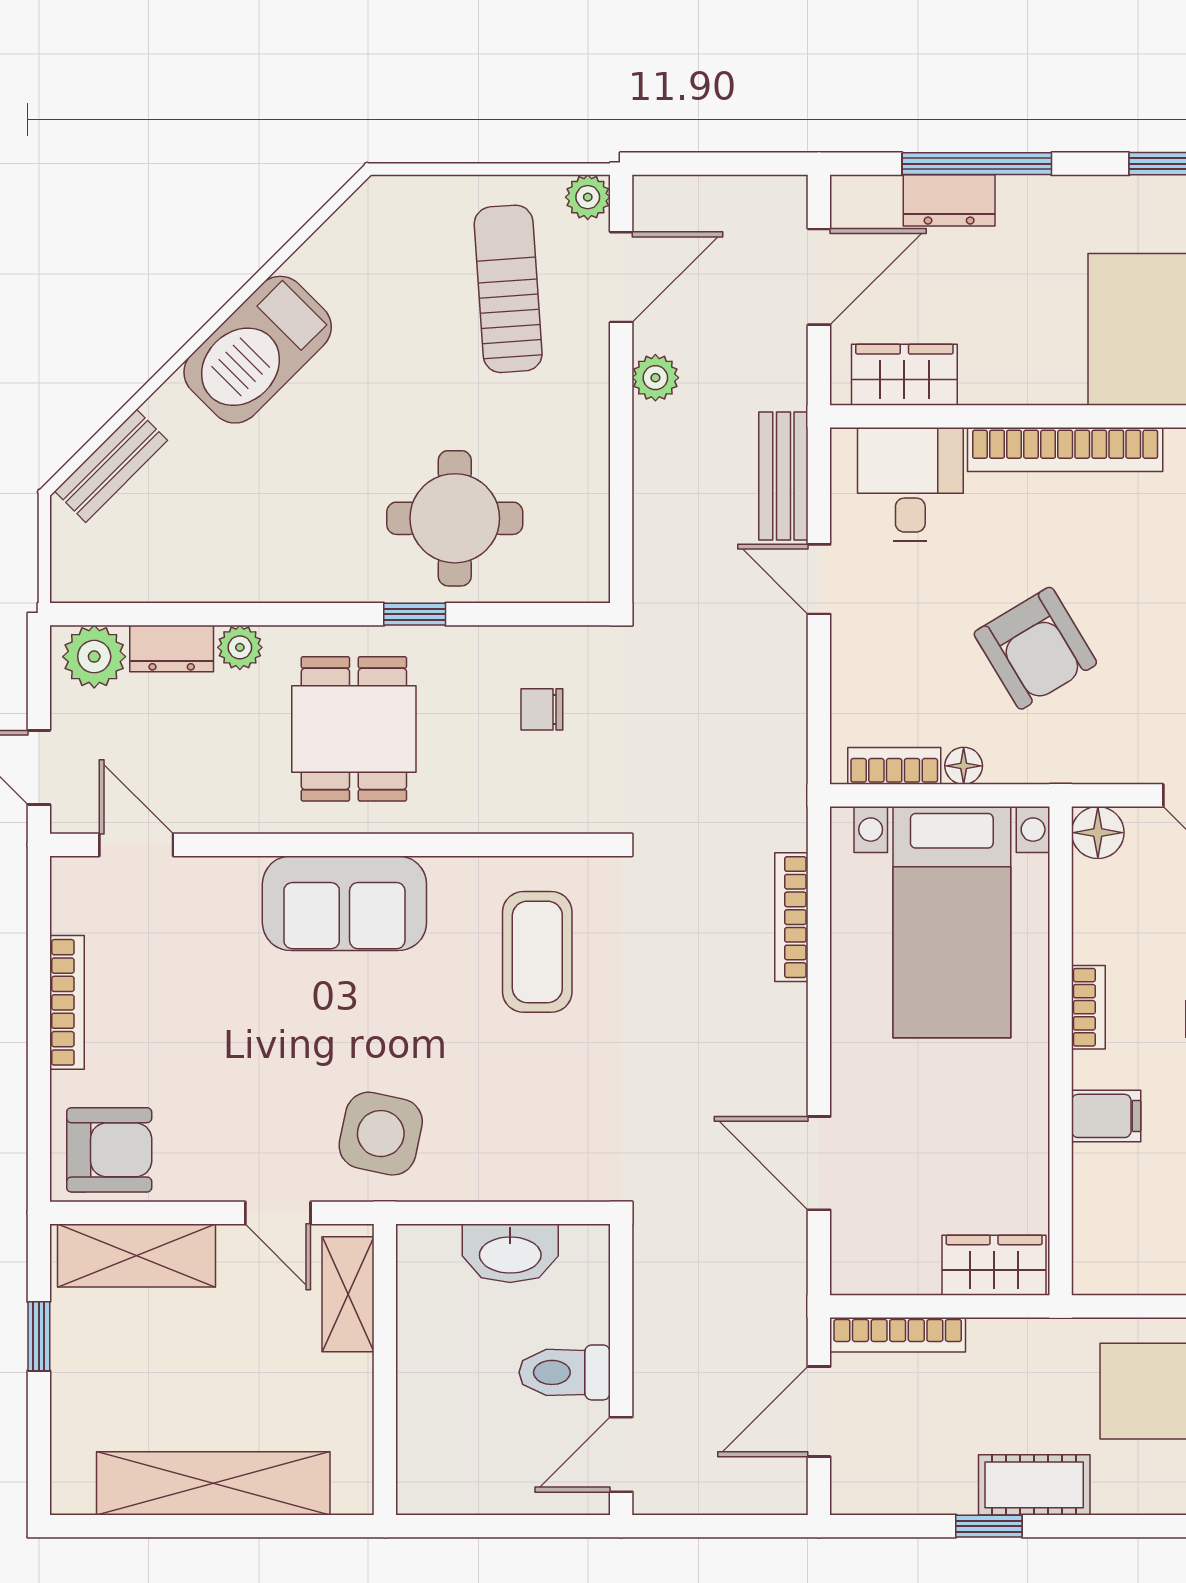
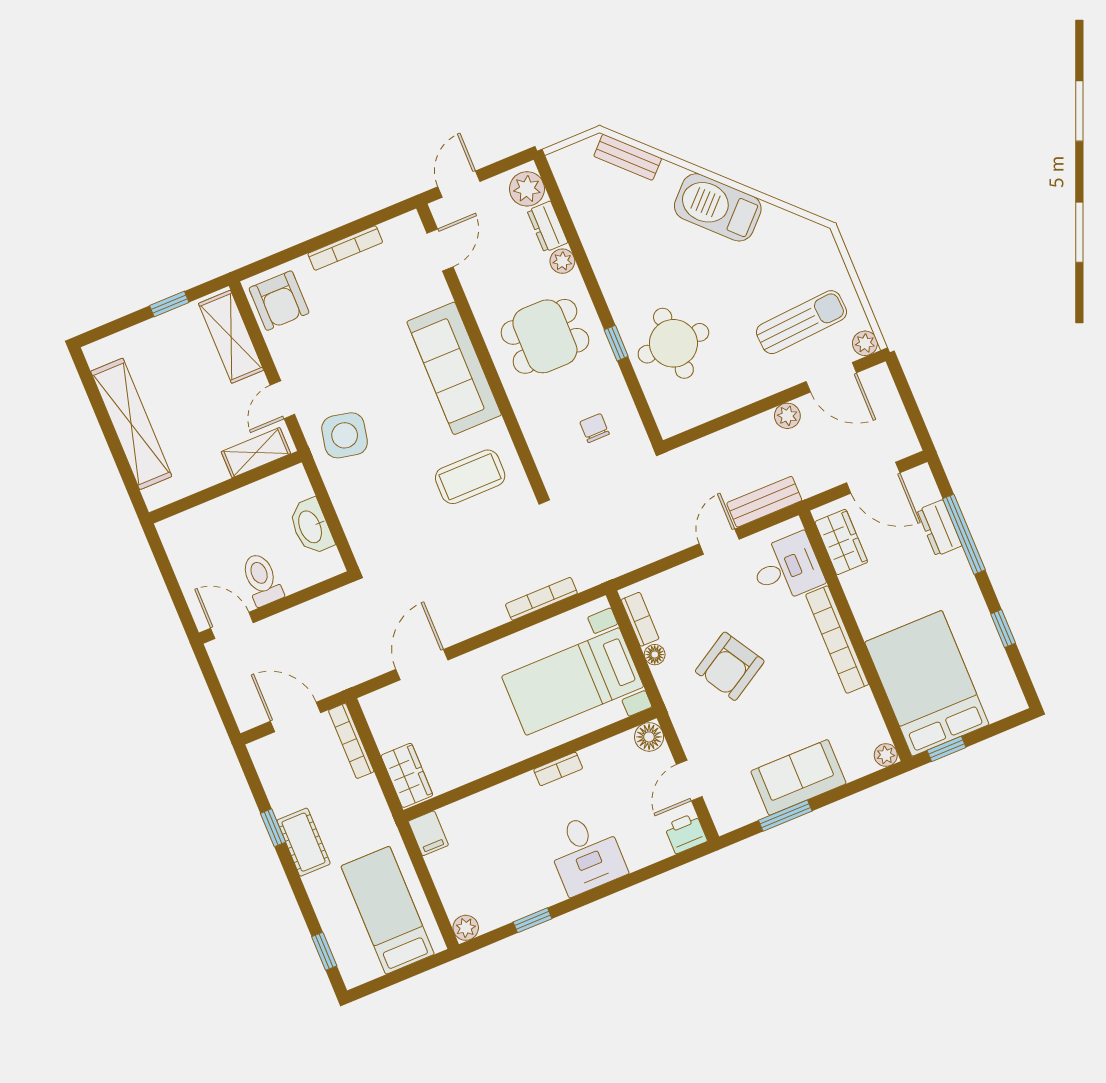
sofa: (344, 903) -> (454, 368), width x1.36
filing cabinet: (1106, 1116) -> (428, 833), moved

